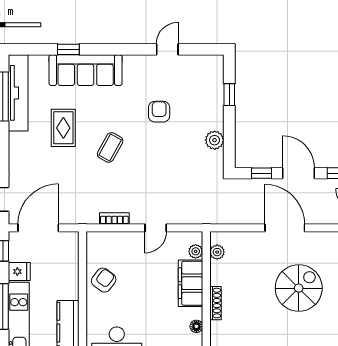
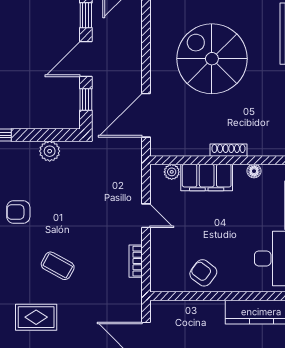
door: (285, 228) -> (146, 115), moved
plant: (217, 252) -> (172, 148), removed
spiral stairs: (299, 288) -> (212, 59), width x1.37, depth x1.37

